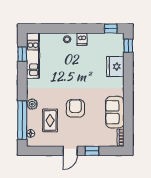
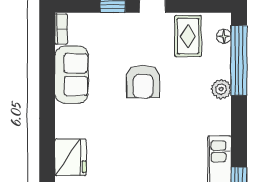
rug: (50, 120) -> (188, 36), moved

